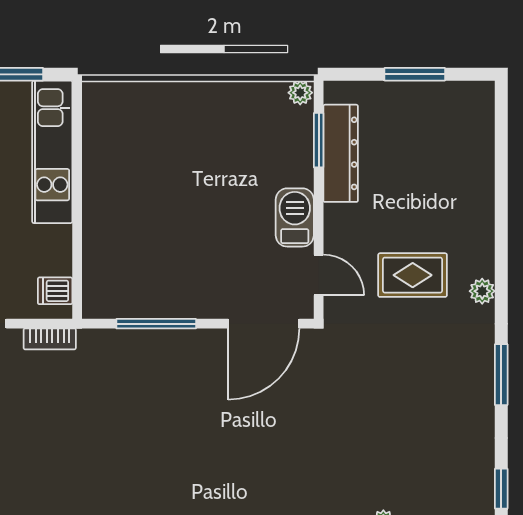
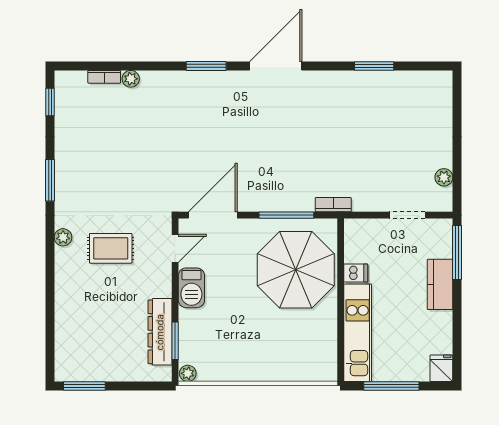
window: (415, 74) -> (84, 386), moved
parasol: (143, 244) -> (296, 270), added
door: (319, 275) -> (175, 248), swing flipped
dishwasher: (55, 291) -> (356, 273), moved
bookcase: (50, 339) -> (333, 205), moved

